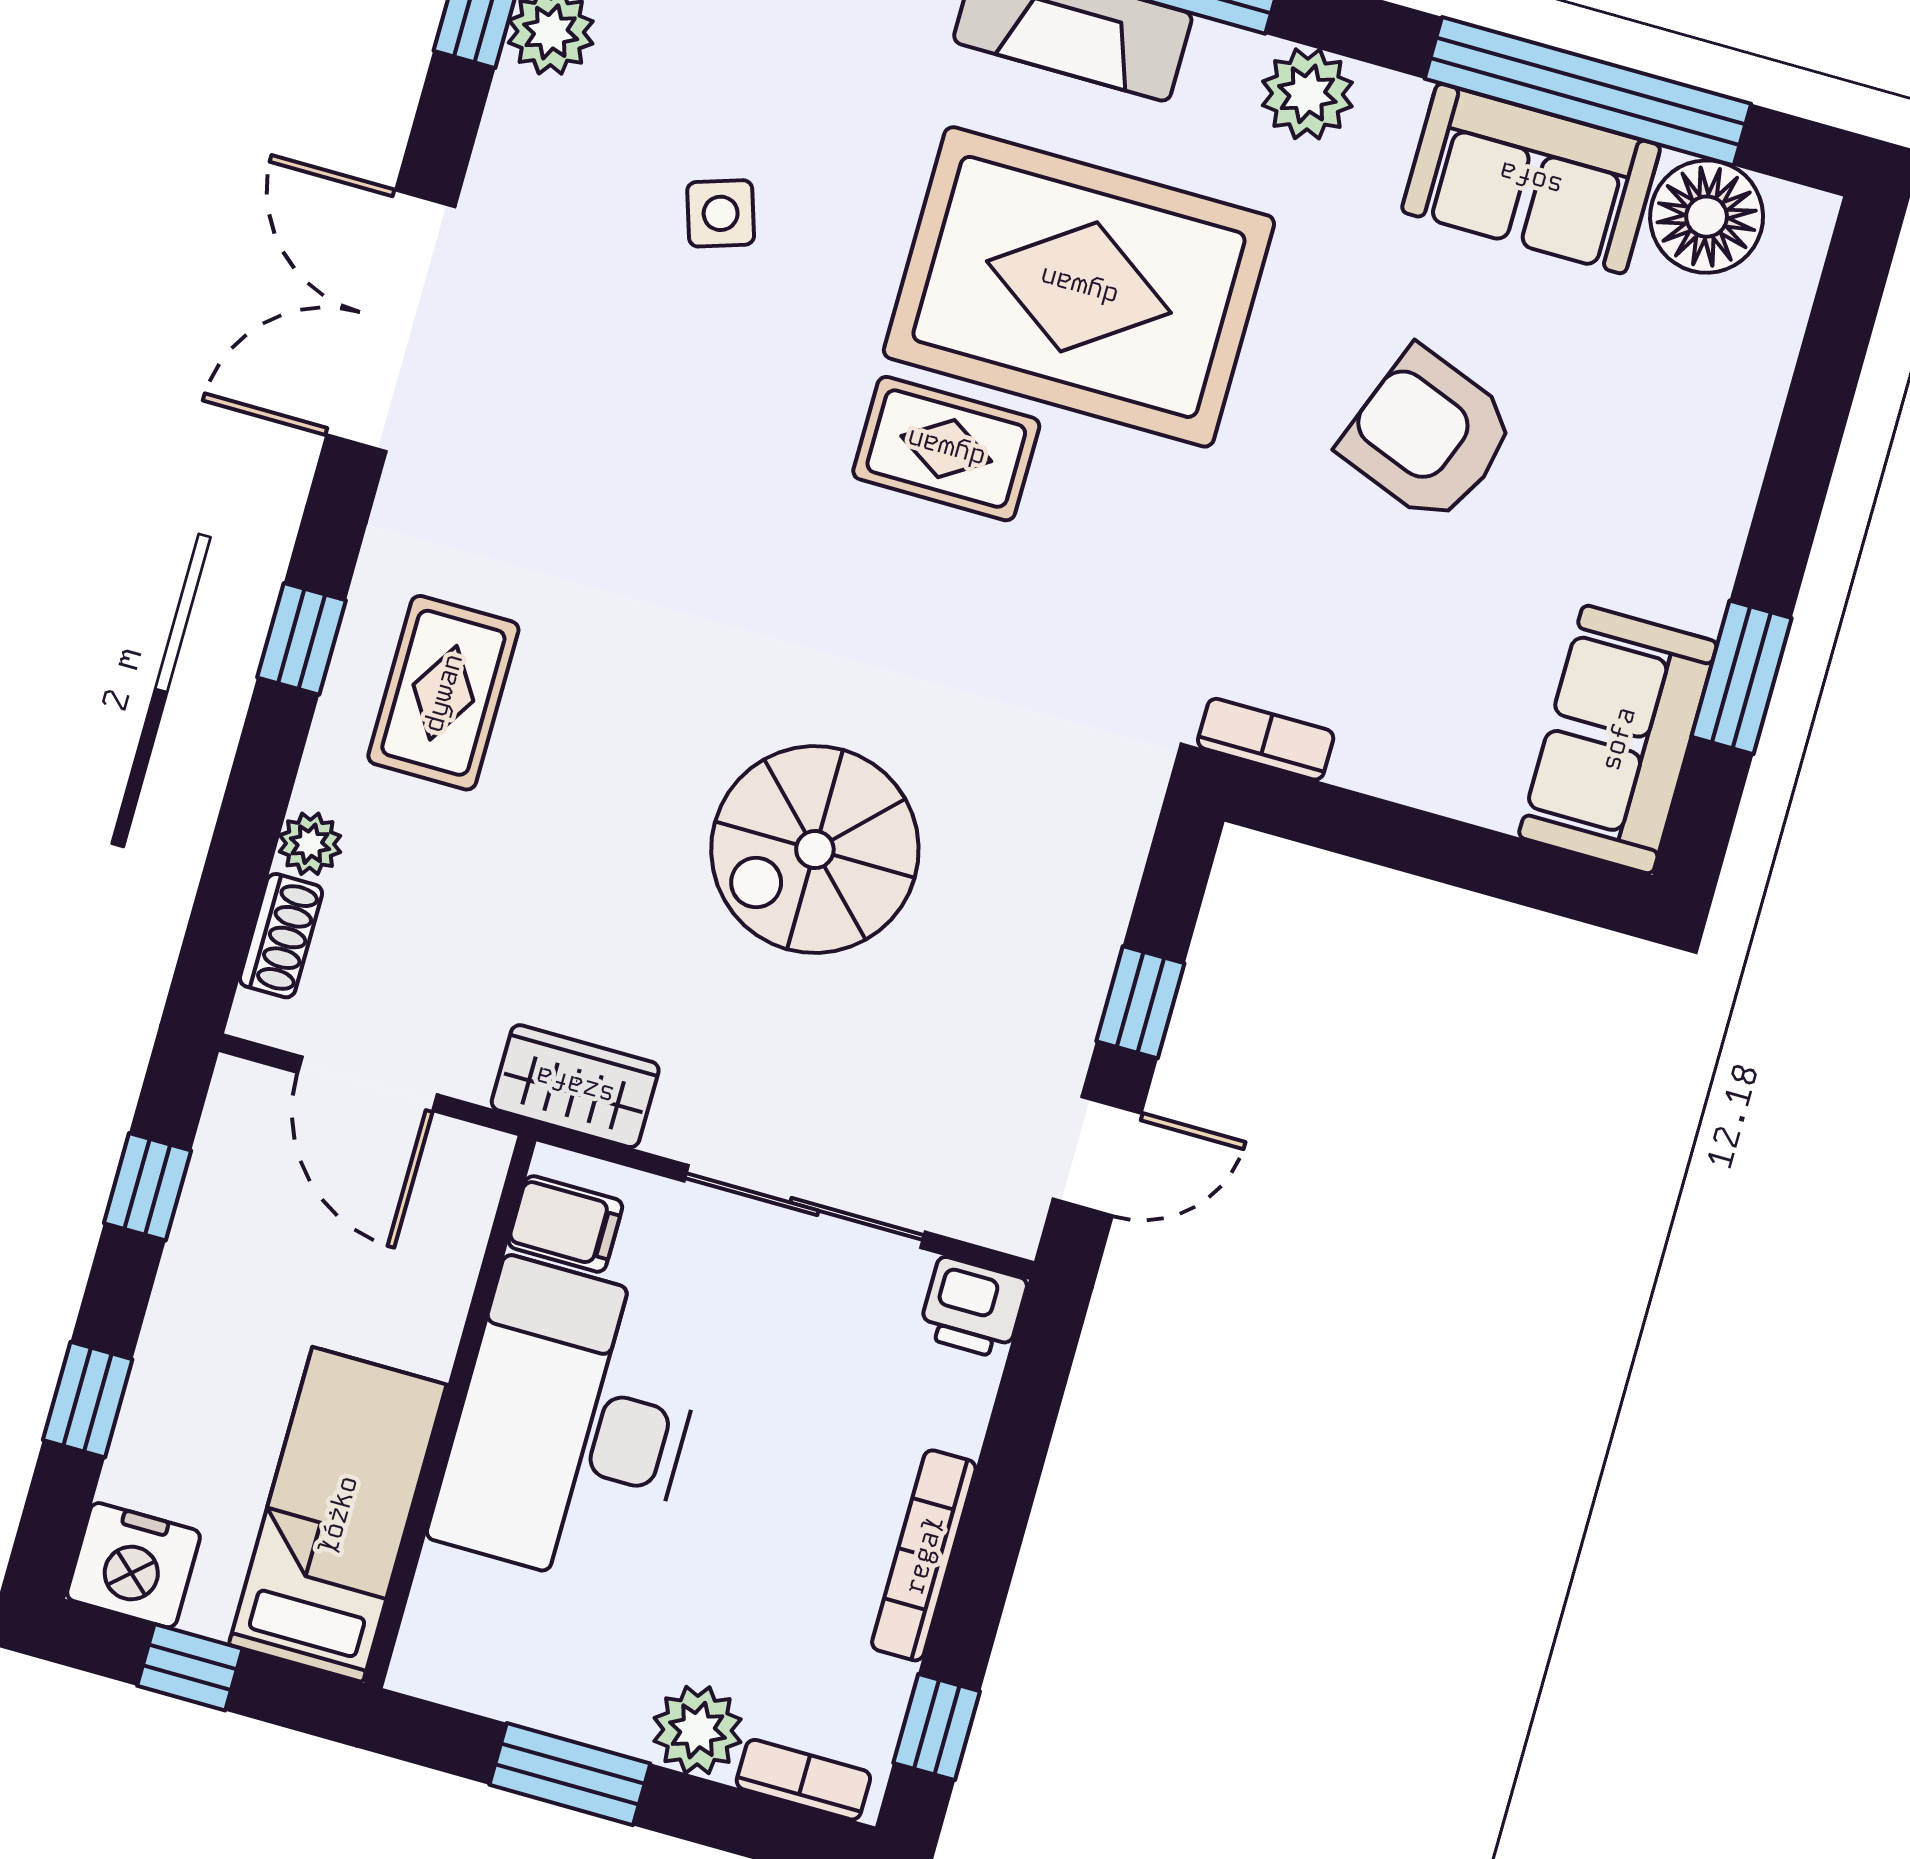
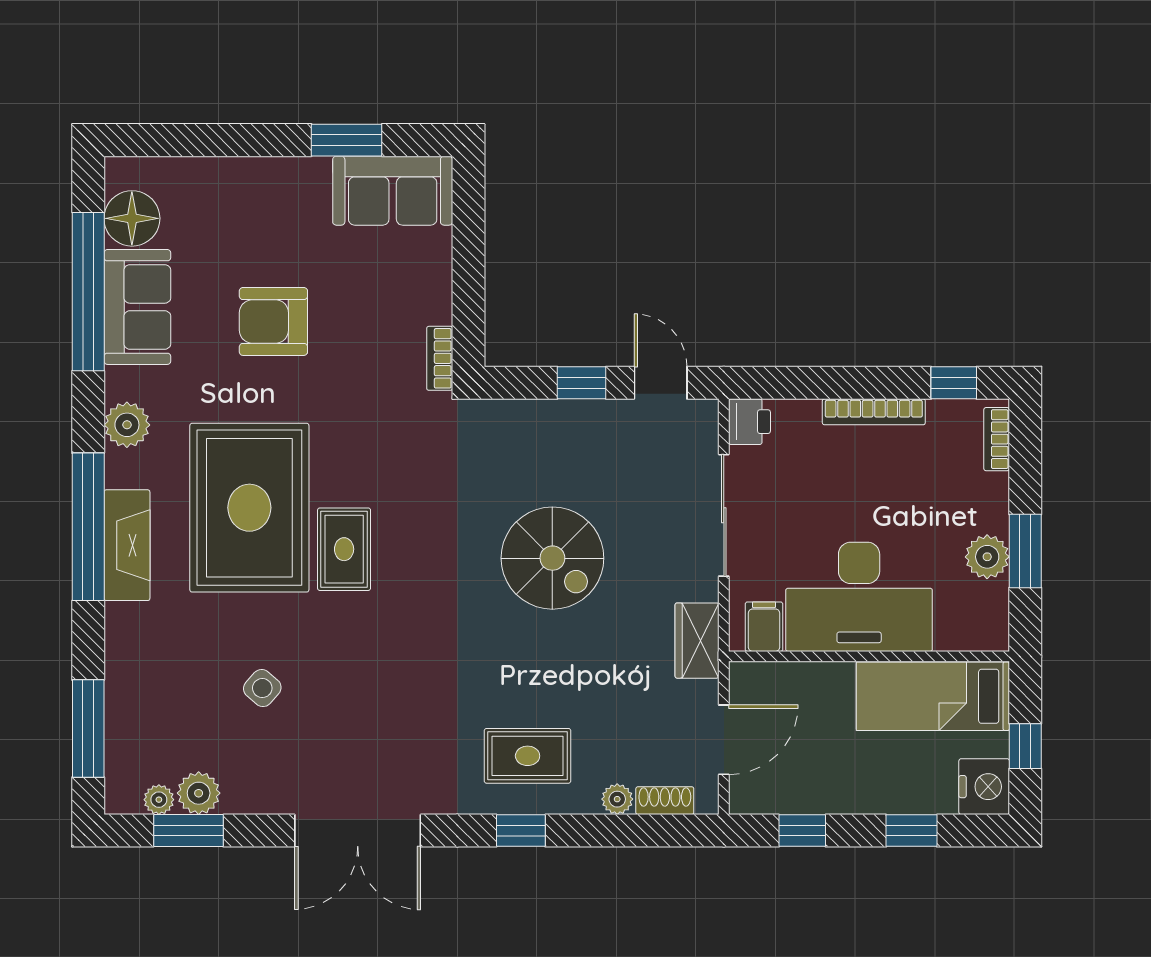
side table: (721, 213) -> (262, 688), turned -31
armchair: (1428, 436) -> (273, 321), turned 69
plant: (697, 1730) -> (987, 557), moved

